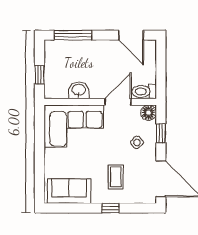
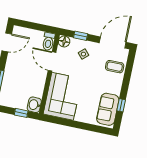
washbasin: (79, 90) -> (34, 105), moved
coffee table: (116, 177) -> (115, 67), moved
window: (110, 208) -> (121, 105), moved

